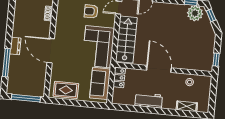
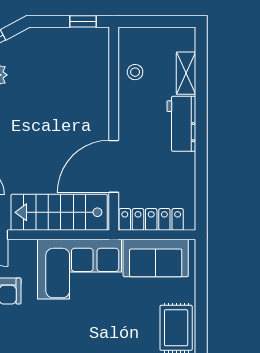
door: (159, 69) -> (114, 166), moved
locker: (119, 78) -> (151, 219), width x1.53
workbench: (149, 100) -> (181, 124), moved

